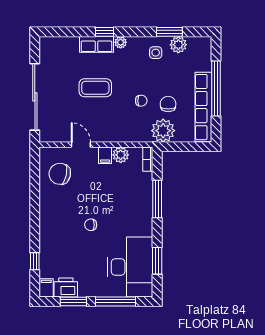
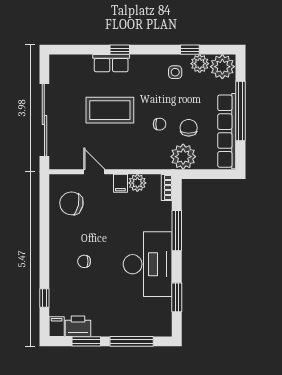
window: (169, 32) -> (190, 50), width x0.67
plant: (121, 42) -> (222, 67), moved, width x1.87, depth x1.87
coffee table: (95, 88) -> (110, 110), width x1.36, depth x1.32
chair: (91, 225) -> (84, 261), moved
desk: (130, 267) -> (148, 264), moved

